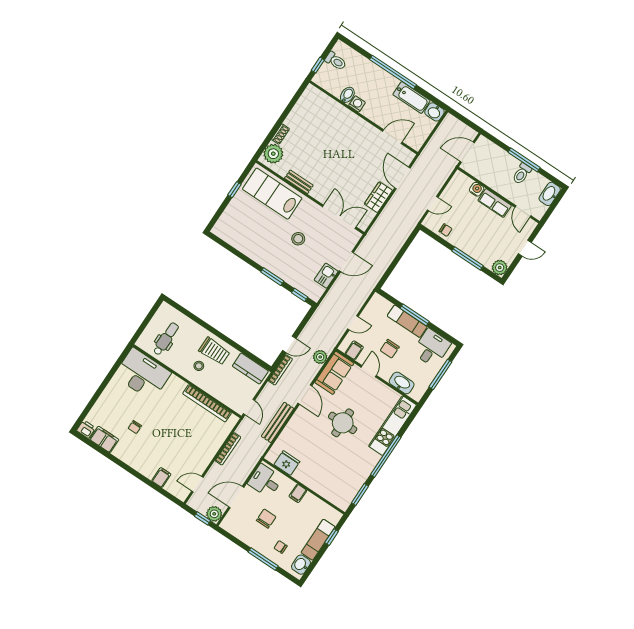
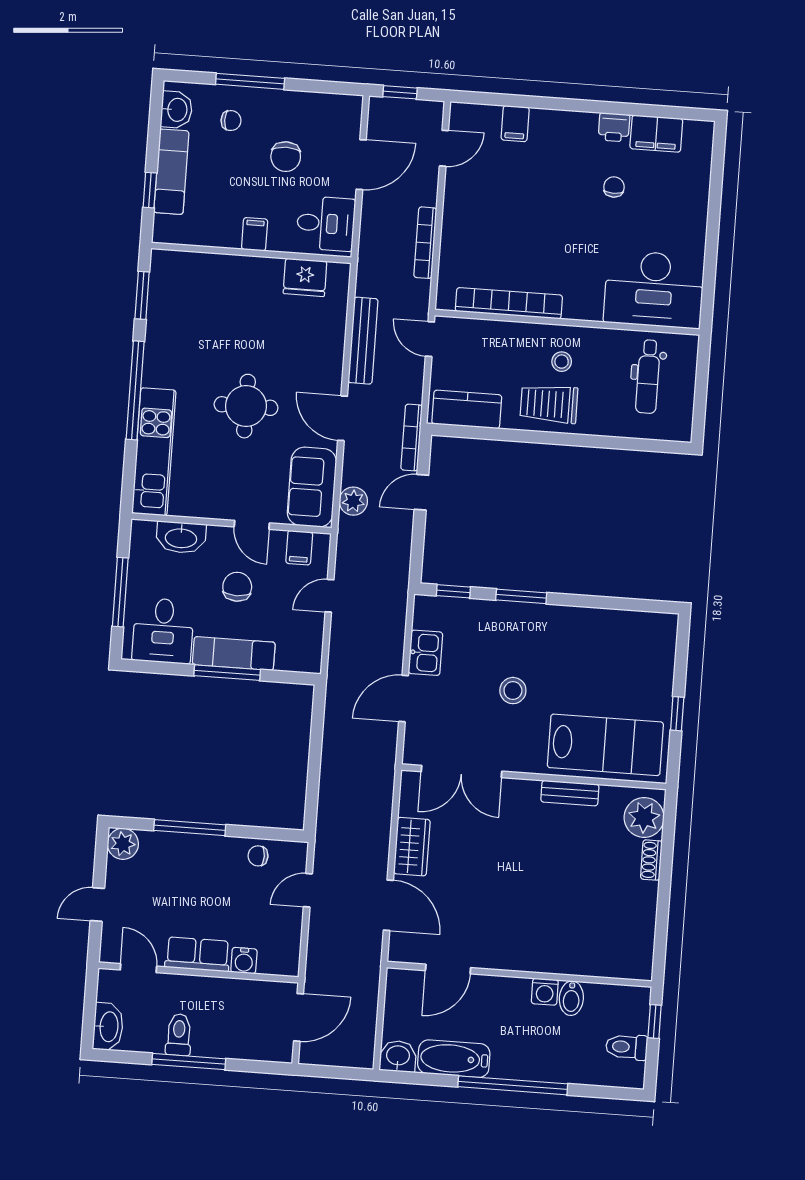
printer: (86, 429) -> (614, 127), moved
plant: (214, 514) -> (383, 112), removed

